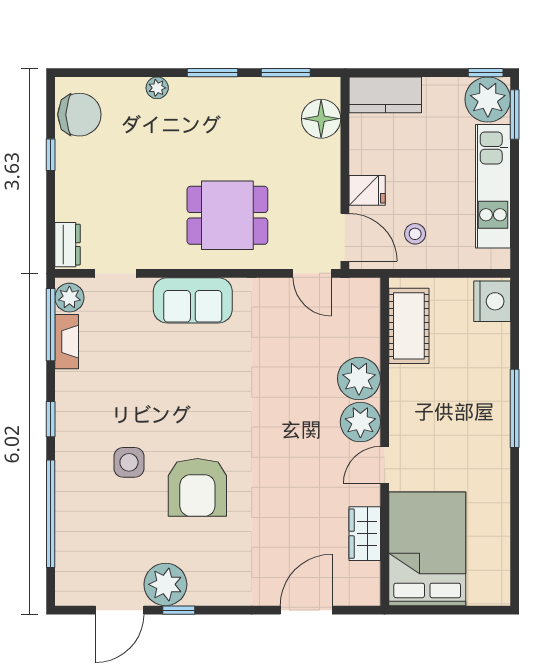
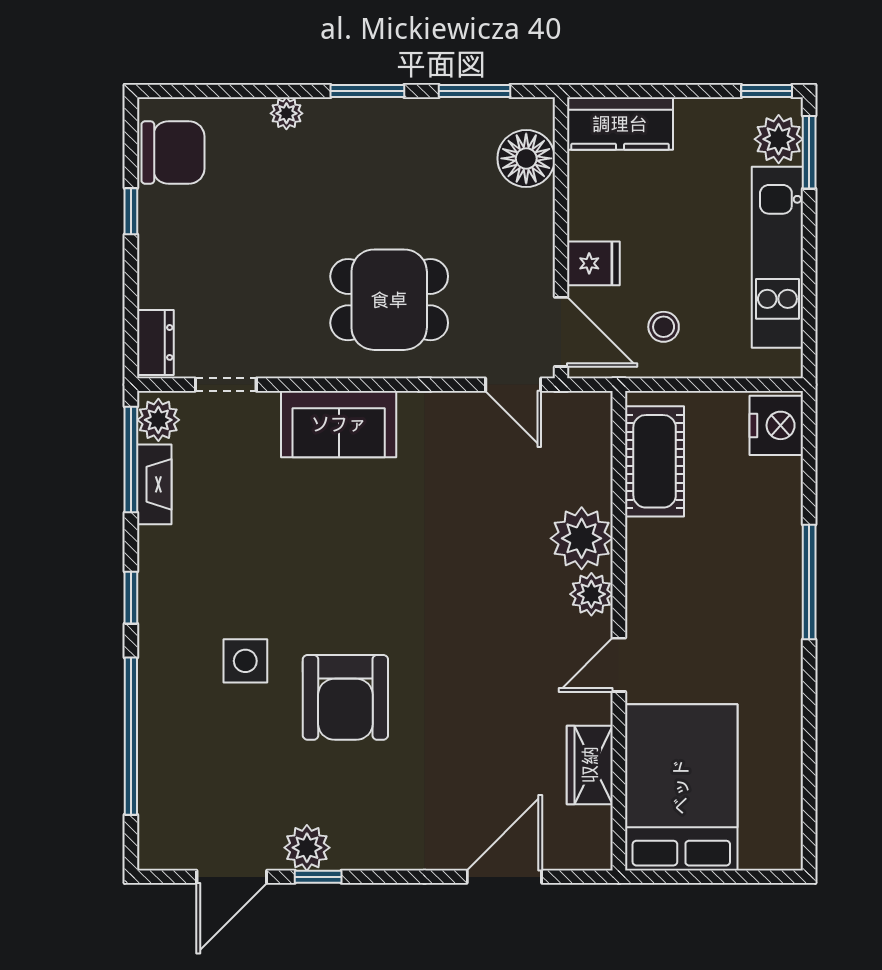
plant: (488, 99) -> (779, 139), width x0.73, depth x0.73
plant: (360, 422) -> (591, 594), width x0.73, depth x0.73
plant: (165, 584) -> (307, 848), width x0.73, depth x0.73

